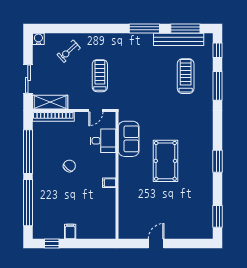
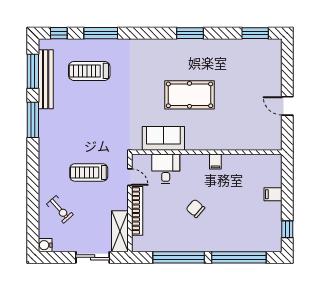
bookcase: (53, 117) -> (137, 211), moved
filing cabinet: (70, 231) -> (273, 194), moved

